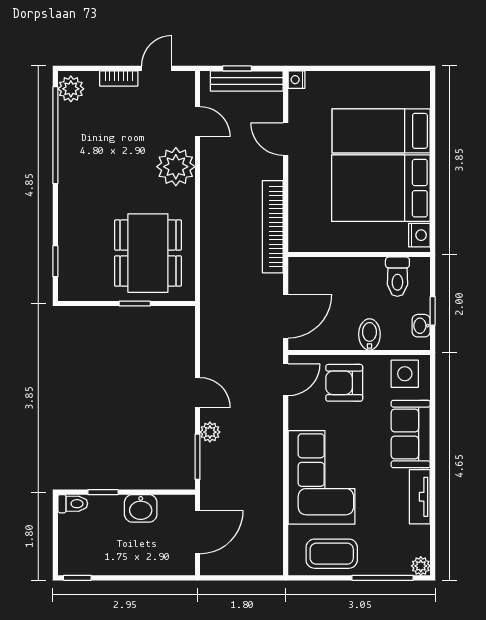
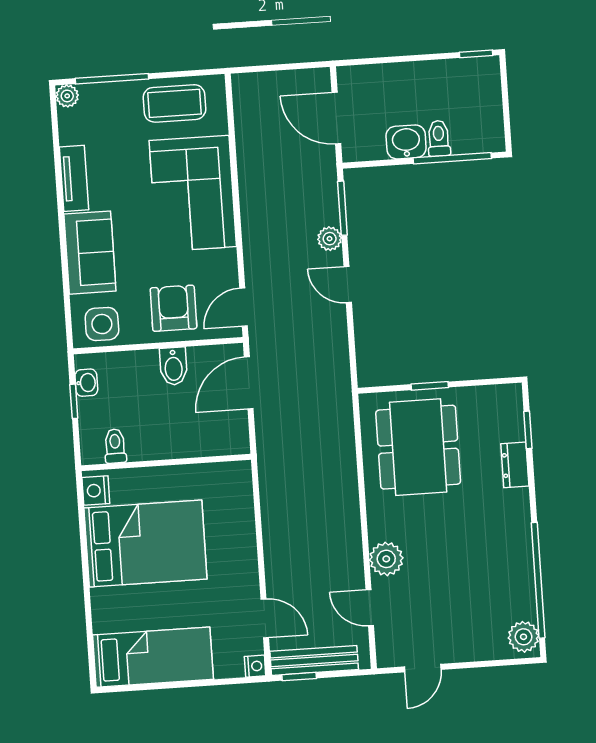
window: (237, 68) -> (299, 677), moved
bookcase: (119, 78) -> (467, 653), removed
bed: (381, 131) -> (153, 657), moved
door: (286, 139) -> (265, 618), moved
plant: (176, 167) -> (386, 559), width x0.73, depth x0.73
bookcase: (273, 227) -> (271, 489), removed
dresser: (68, 233) -> (515, 465), added
toilet: (397, 277) -> (115, 446), width x0.73, depth x0.72
bidet: (369, 334) -> (173, 366), moved
armchair: (344, 383) -> (173, 308), turned -90
window: (103, 492) -> (452, 158), width x2.17
toilet: (73, 504) -> (439, 138), moved, turned 90
door: (198, 532) -> (336, 118), hinge flipped

